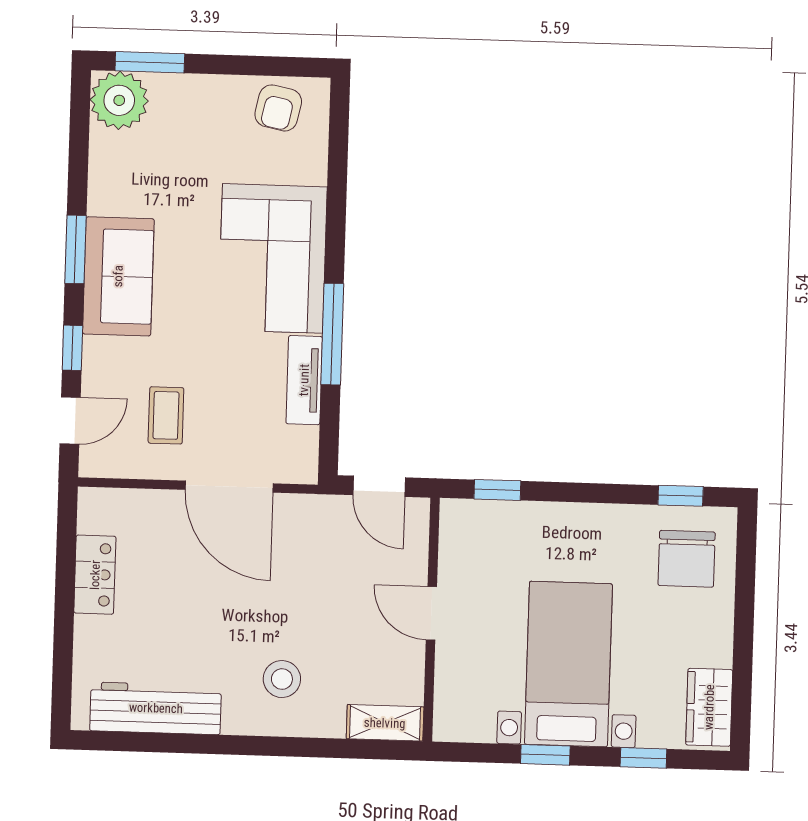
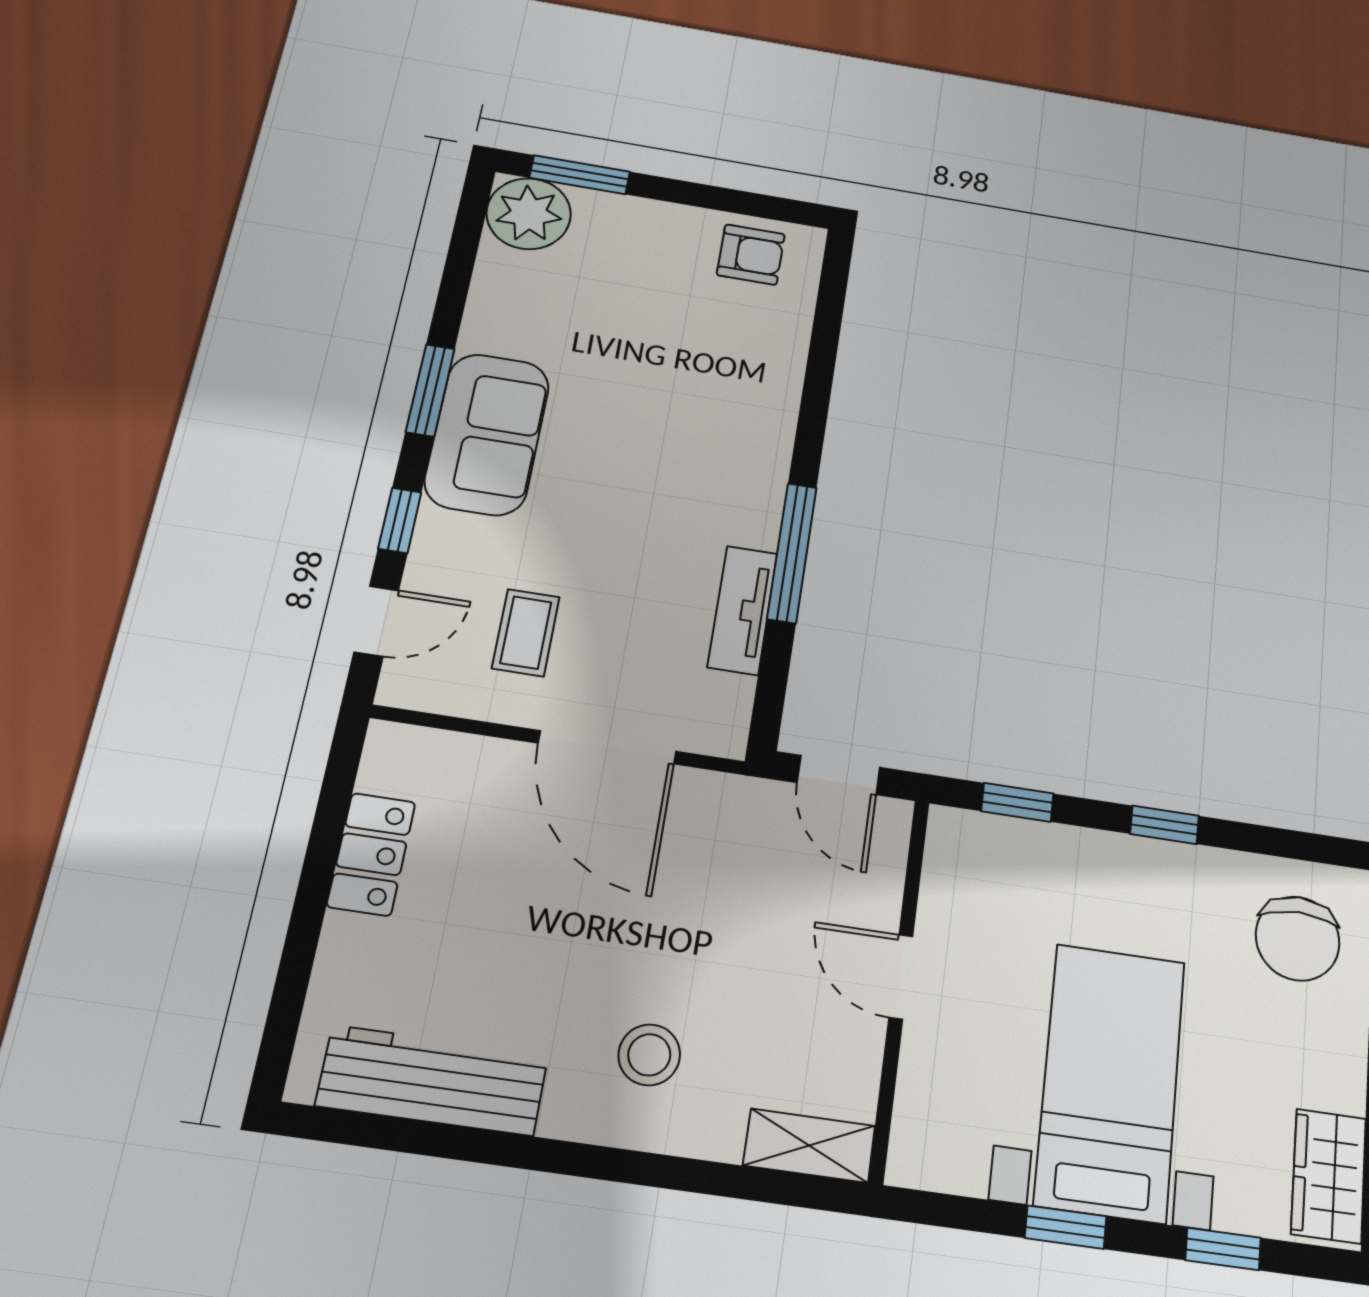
armchair: (278, 108) -> (751, 255), turned -102
corner sofa: (273, 258) -> (717, 441), removed
window: (681, 496) -> (1165, 825), moved

